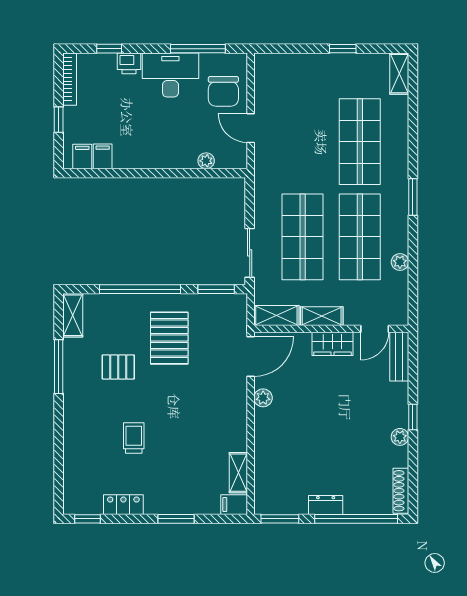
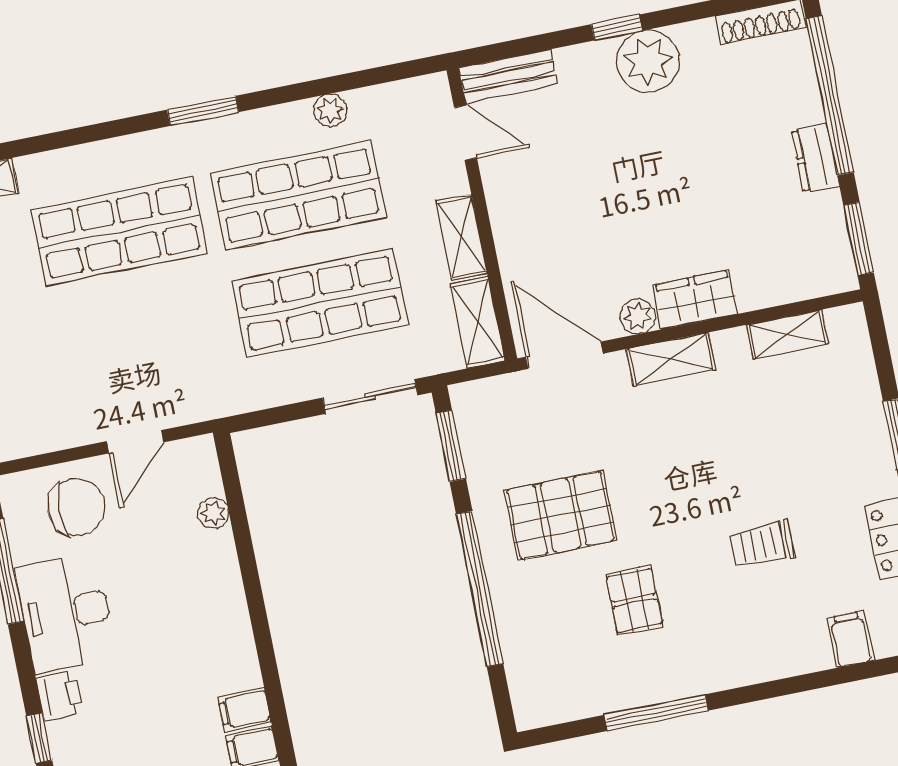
shelving: (73, 315) -> (671, 359), moved
wardrobe: (332, 344) -> (695, 300), moved, turned -90
plant: (400, 437) -> (648, 61), width x1.88, depth x1.88
filing cabinet: (234, 505) -> (851, 639), moved, turned 180

